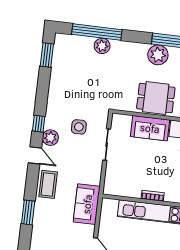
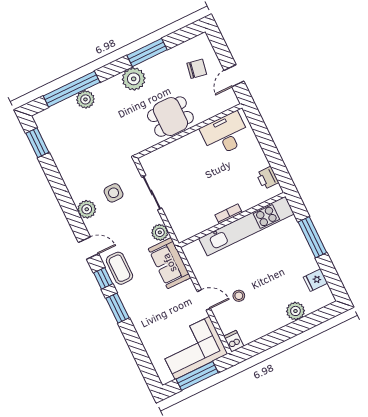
plant: (158, 55) -> (134, 79), moved
window: (39, 124) -> (103, 278), moved
sofa: (150, 128) -> (184, 150), removed
plant: (50, 138) -> (87, 209), moved
plant: (94, 177) -> (160, 232), added

